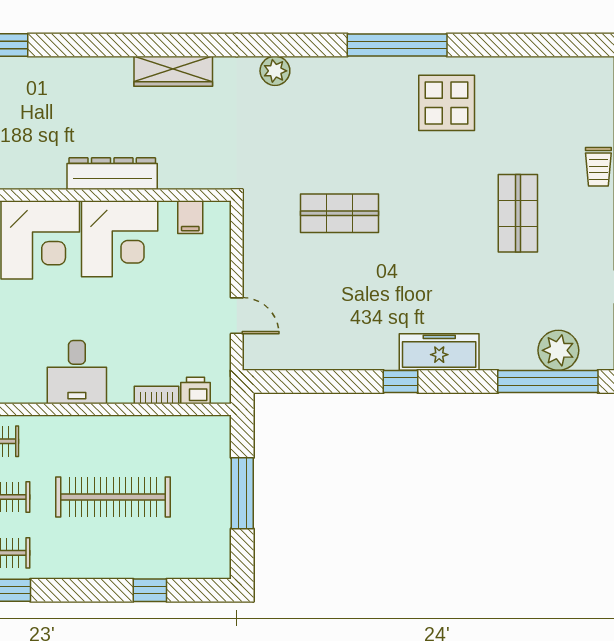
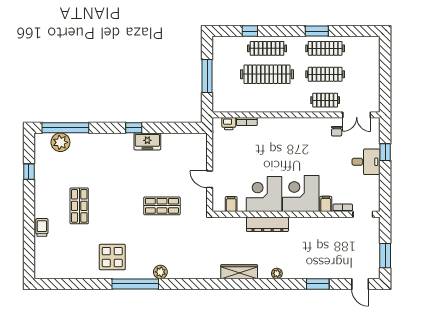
plant: (92, 68) -> (277, 273), added
plant: (275, 71) -> (160, 272), moved
door: (237, 316) -> (210, 179), moved
freezer: (439, 352) -> (147, 141), moved, width x0.71
desk: (77, 372) -> (284, 132), removed
clothes rail: (113, 553) -> (267, 48), added

